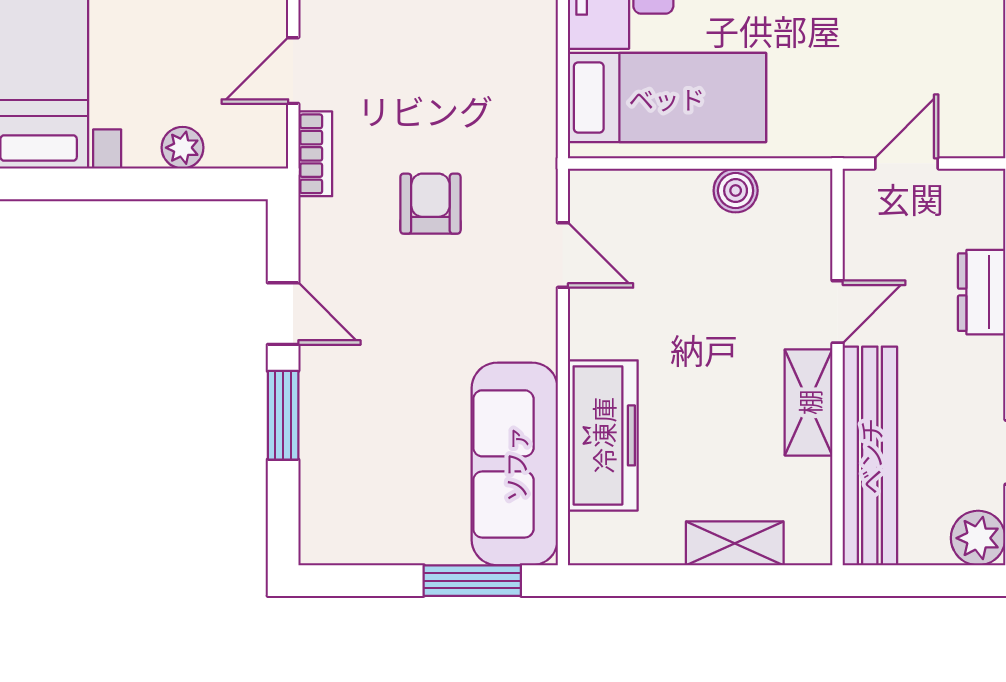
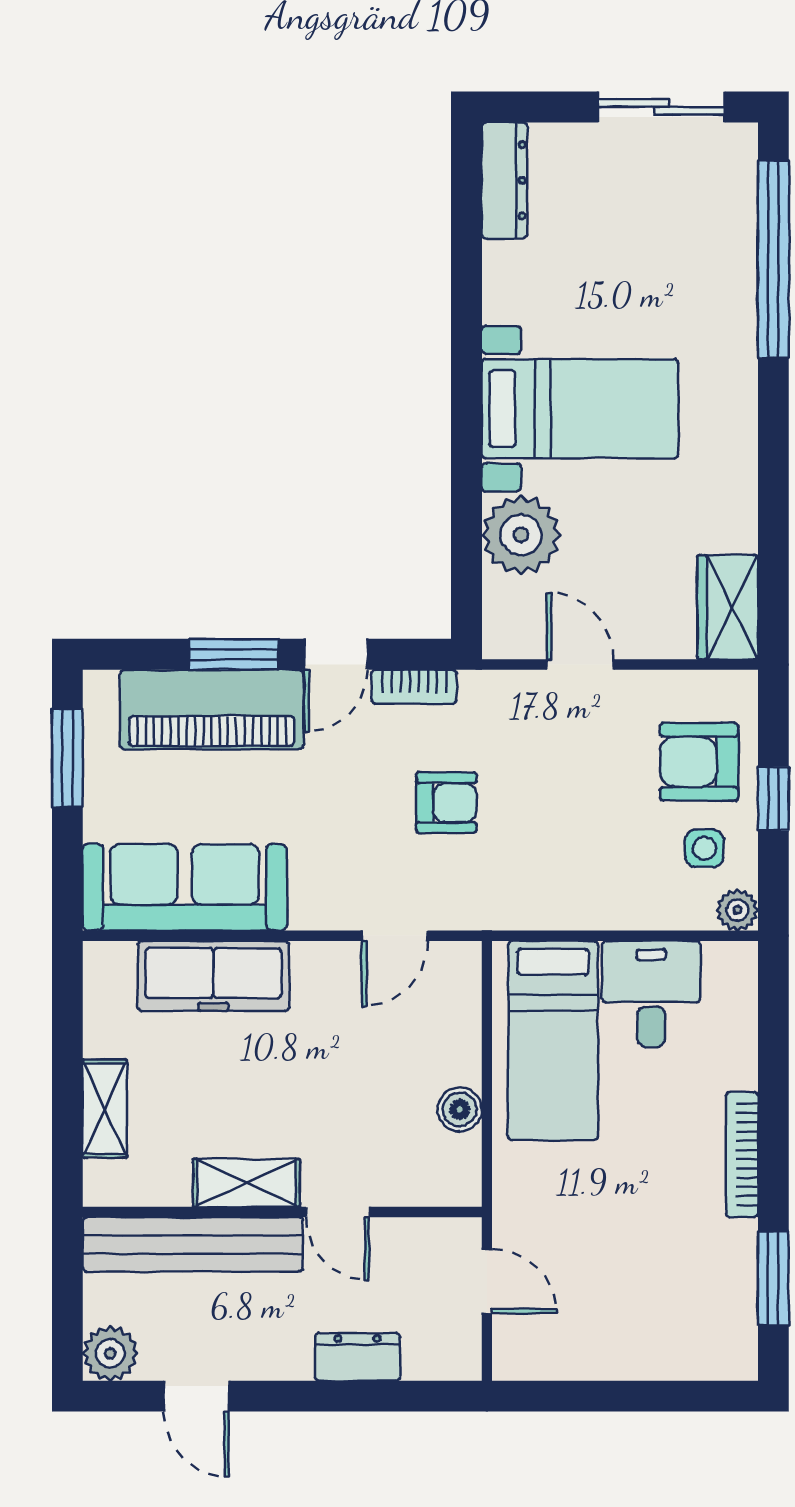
plant: (182, 148) -> (521, 535), width x1.87, depth x1.87
bookcase: (315, 154) -> (414, 687), moved
piano: (338, 437) -> (211, 709), added
window: (472, 581) -> (67, 758), moved

